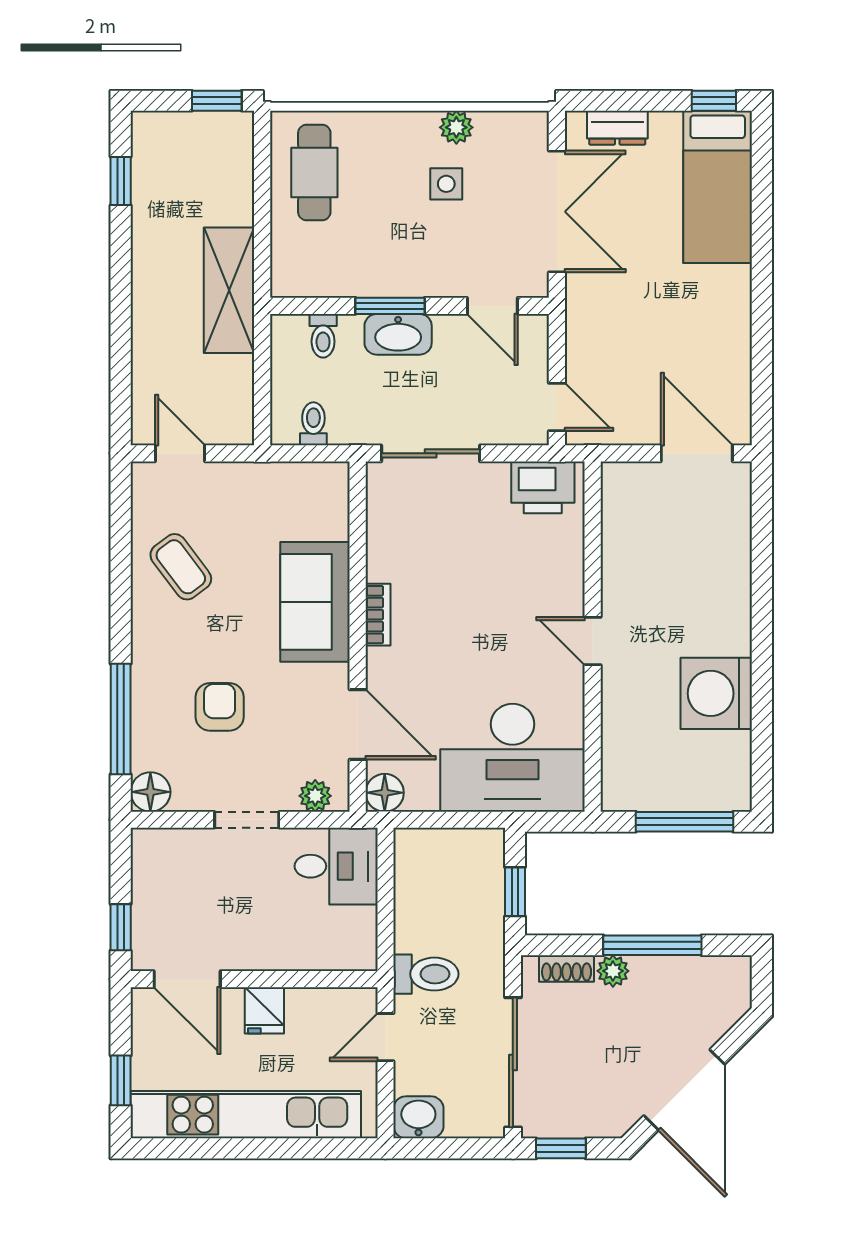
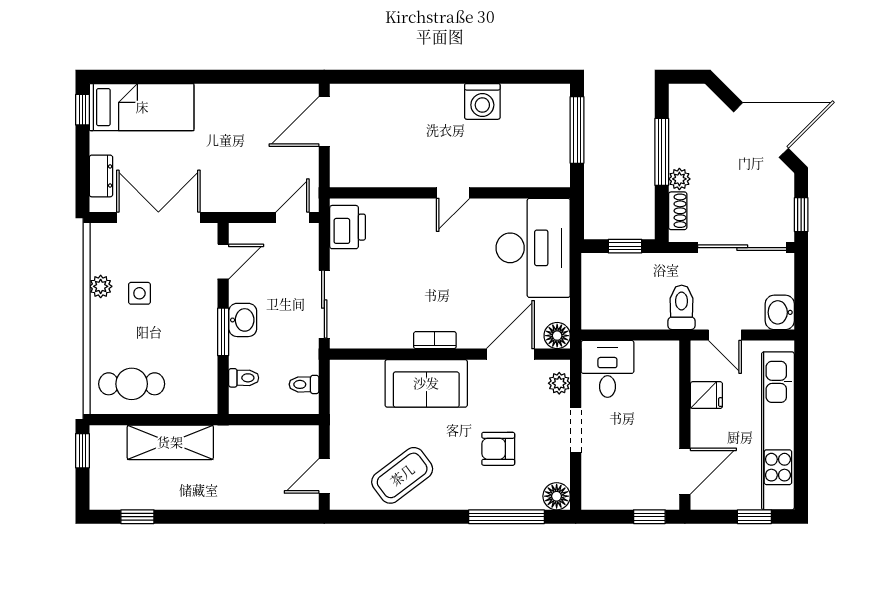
shelving: (229, 290) -> (170, 442), moved
washbasin: (398, 334) -> (243, 320), width x0.72
coffee table: (181, 567) -> (402, 475), width x1.36, depth x1.30
washing machine: (716, 693) -> (482, 101), width x0.73, depth x0.73
fridge: (264, 1010) -> (706, 395), moved

